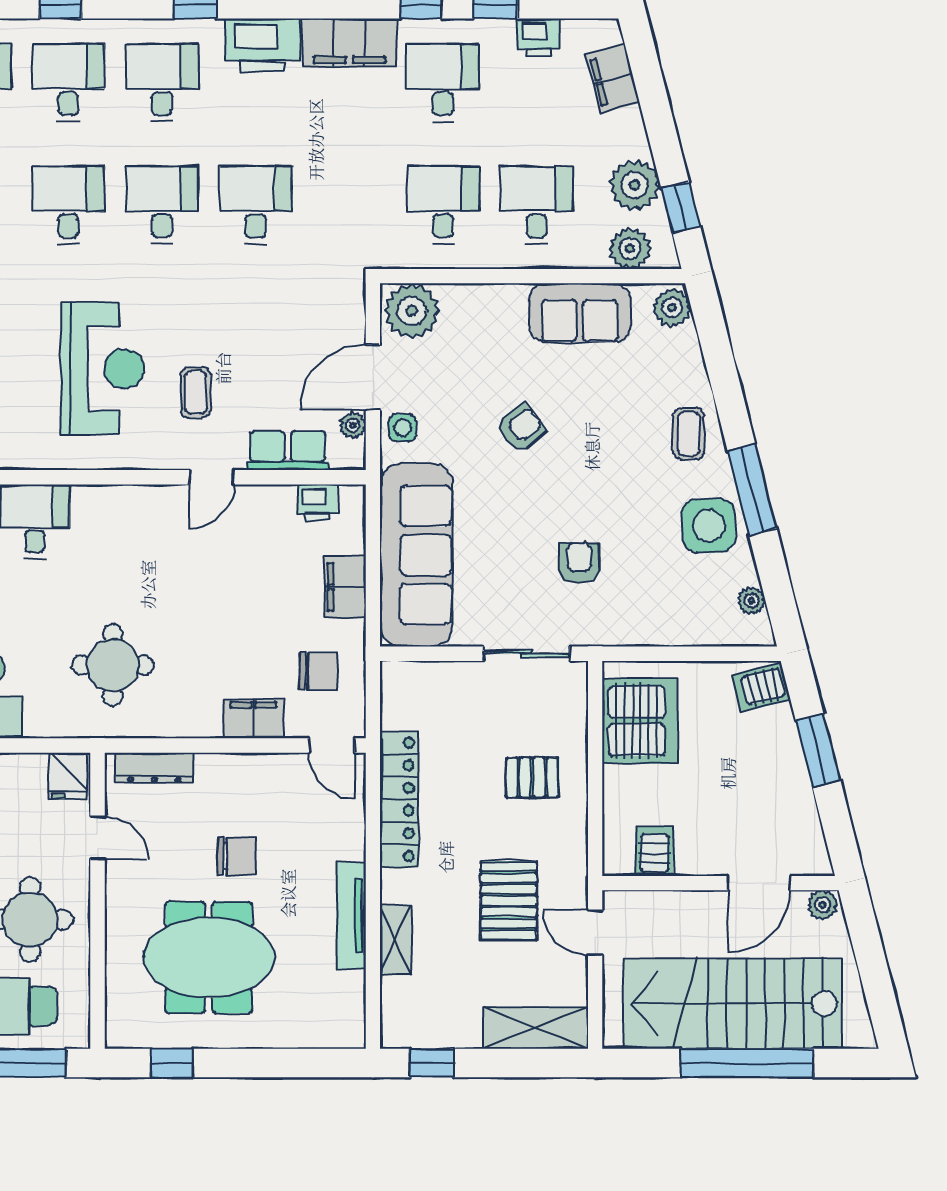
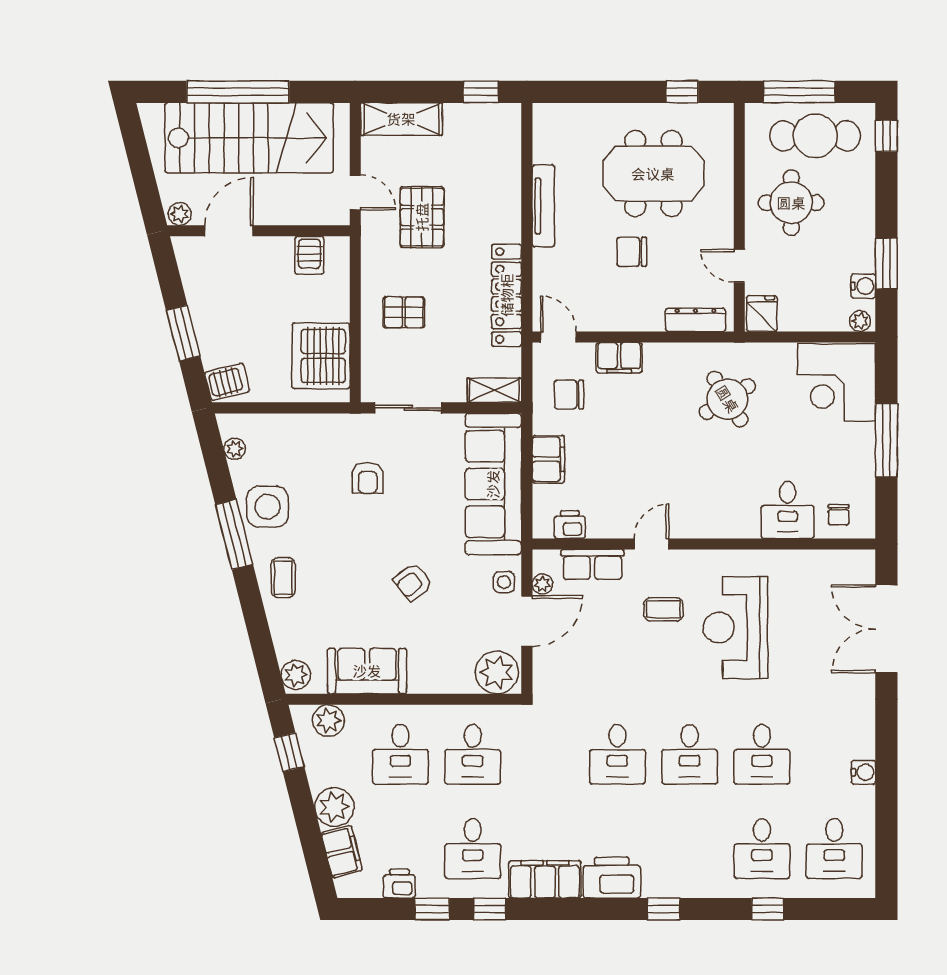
desk: (162, 83) -> (690, 849), removed
plant: (634, 185) -> (334, 807), moved
coffee table: (196, 393) -> (664, 609), turned 90
round table: (113, 665) -> (727, 399), turned -32
shelving: (396, 940) -> (494, 390), moved, turned 90

